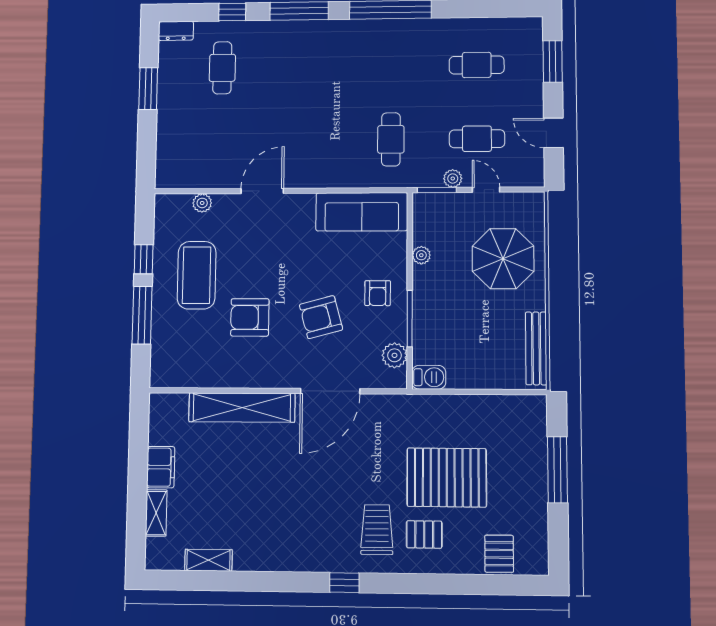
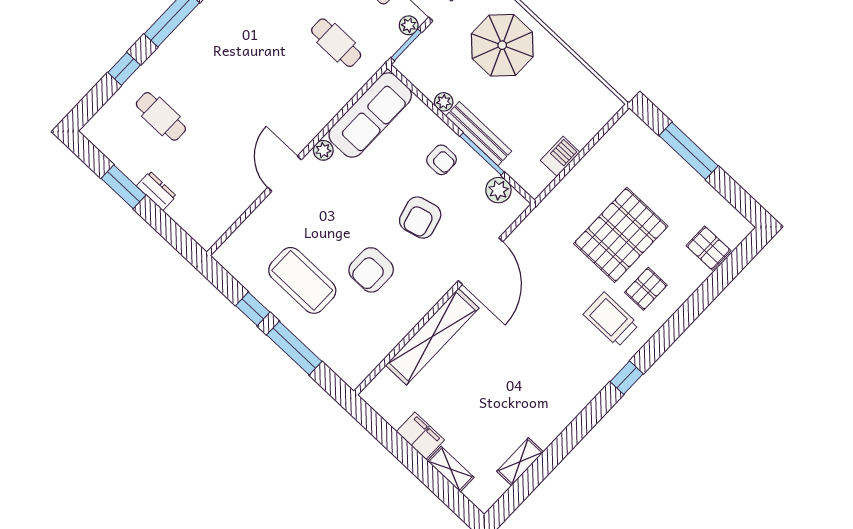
dresser: (176, 31) -> (156, 191), moved, turned -90
plant: (202, 203) -> (323, 150), moved
bench: (536, 348) -> (479, 134), moved
barbecue: (429, 377) -> (560, 156), moved

